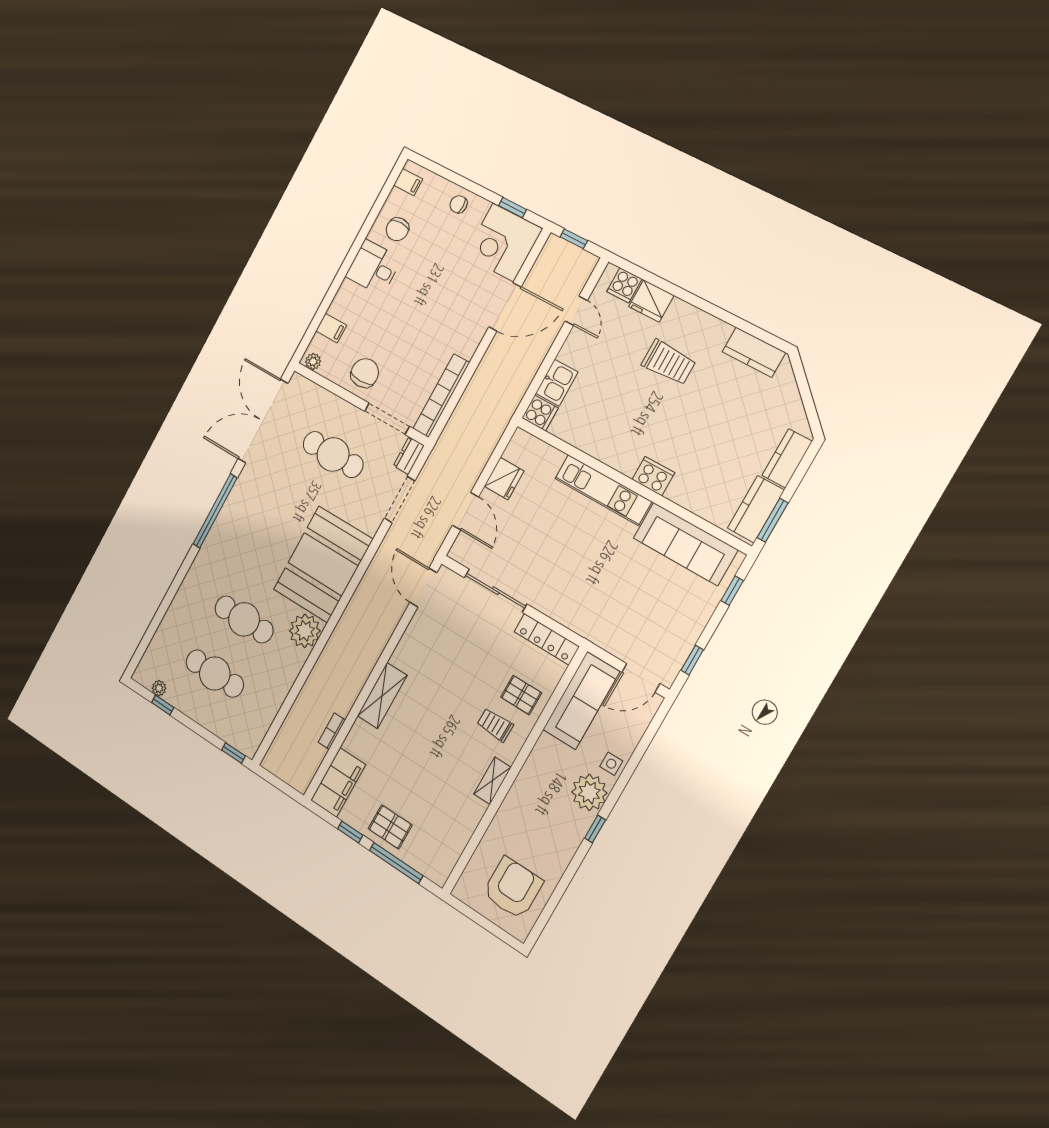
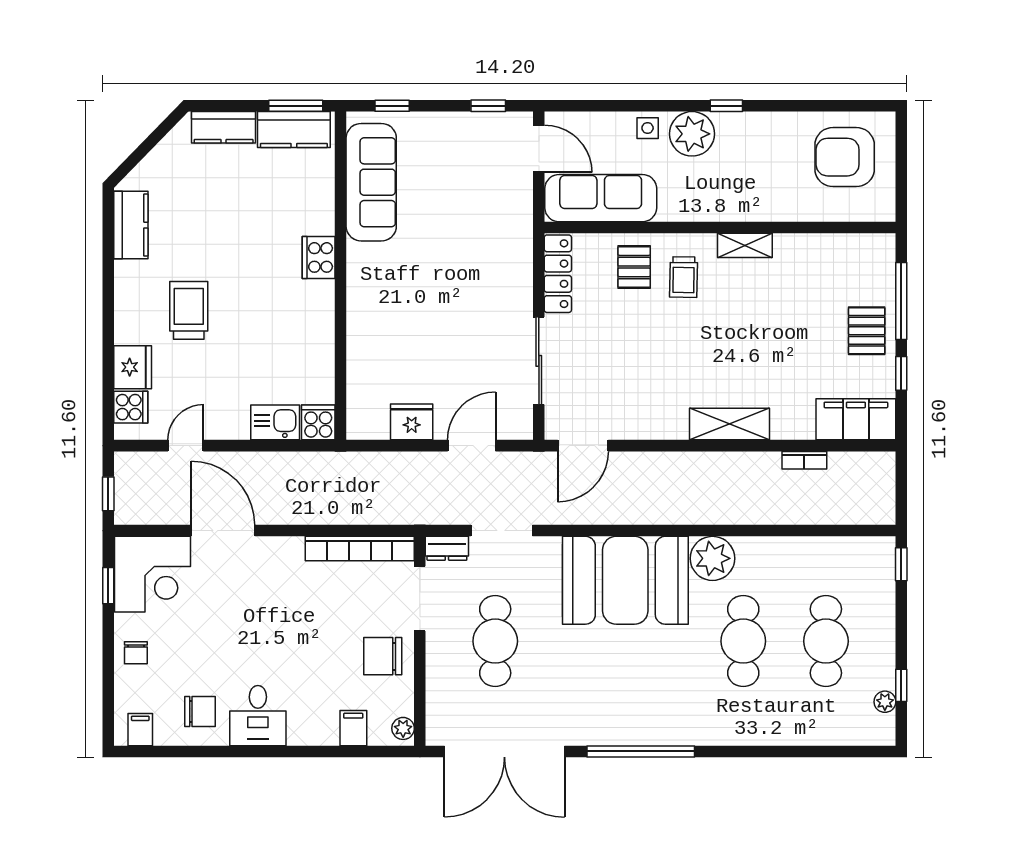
kitchen unit: (603, 490) -> (363, 304), removed

